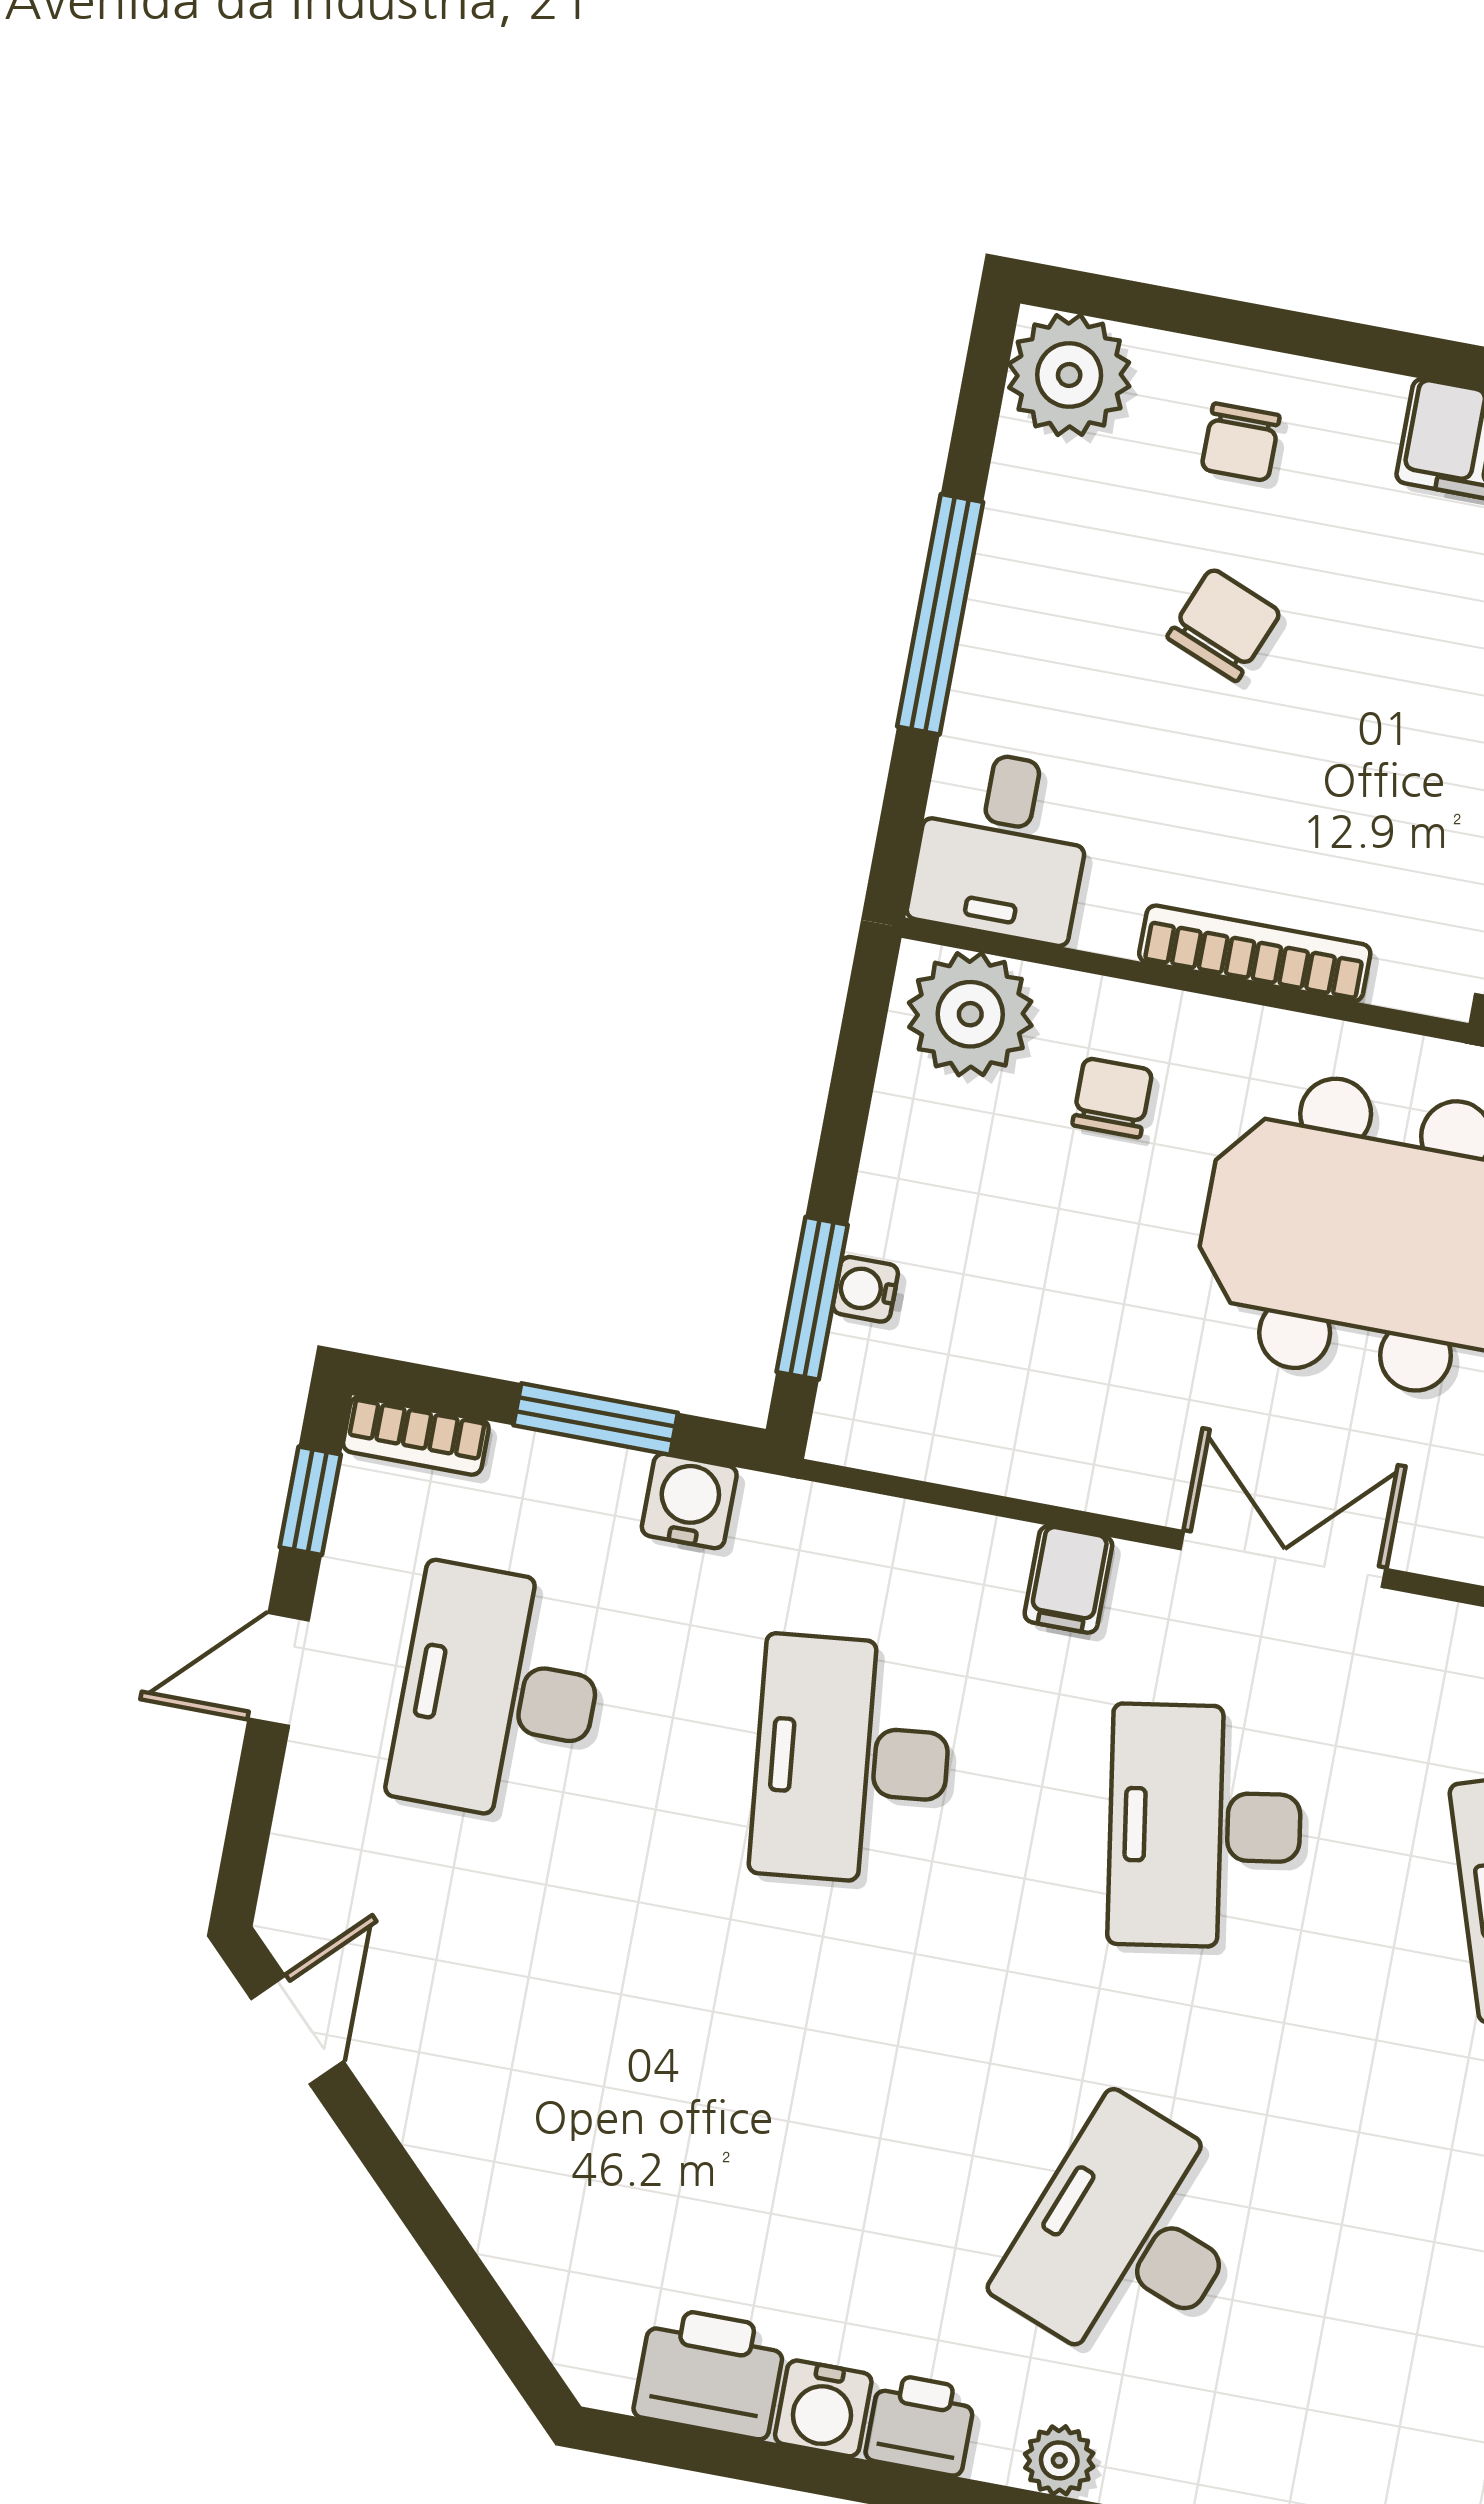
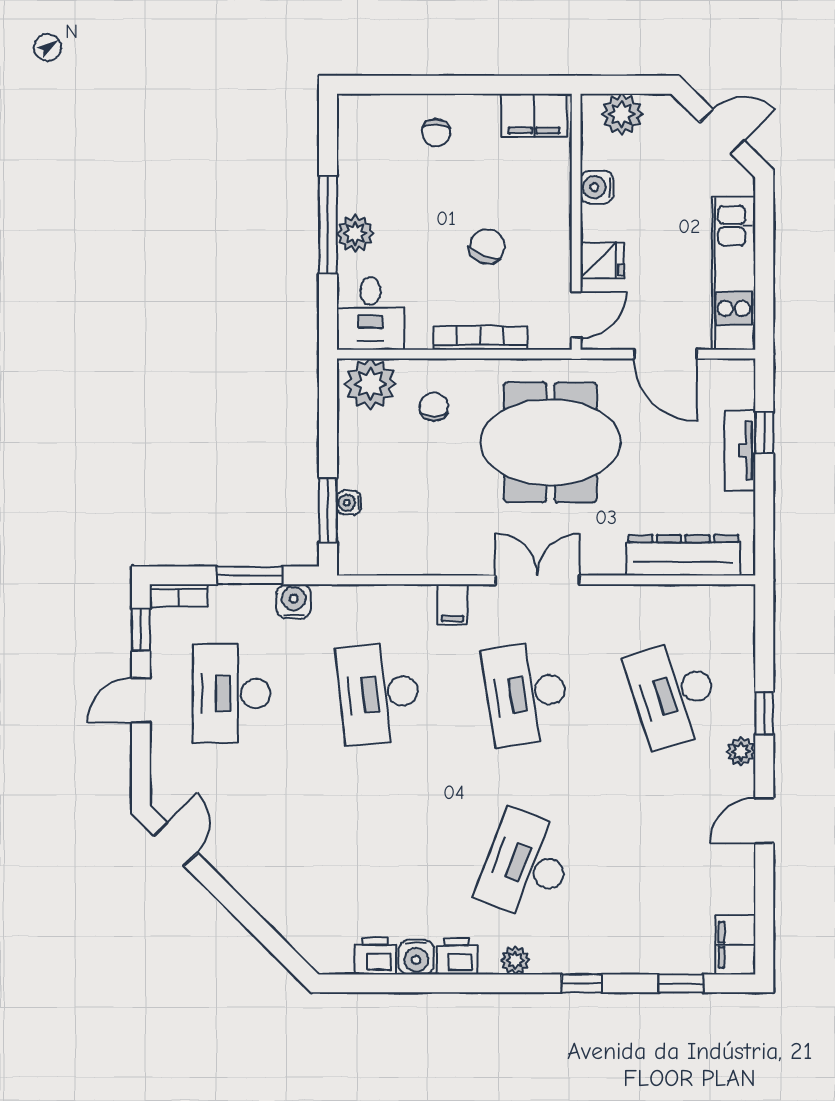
plant: (1069, 375) -> (355, 233), moved, width x0.73, depth x0.73
chair: (1224, 625) -> (487, 246), moved
printer: (710, 2373) -> (375, 956), width x0.73, depth x0.81

